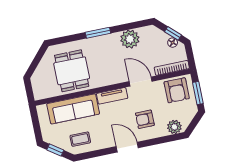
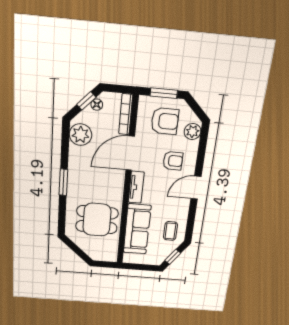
plant: (130, 39) -> (80, 135), moved
door: (141, 81) -> (130, 153), width x1.36
armchair: (177, 90) -> (165, 121), moved
armchair: (145, 119) -> (173, 161), turned -90

